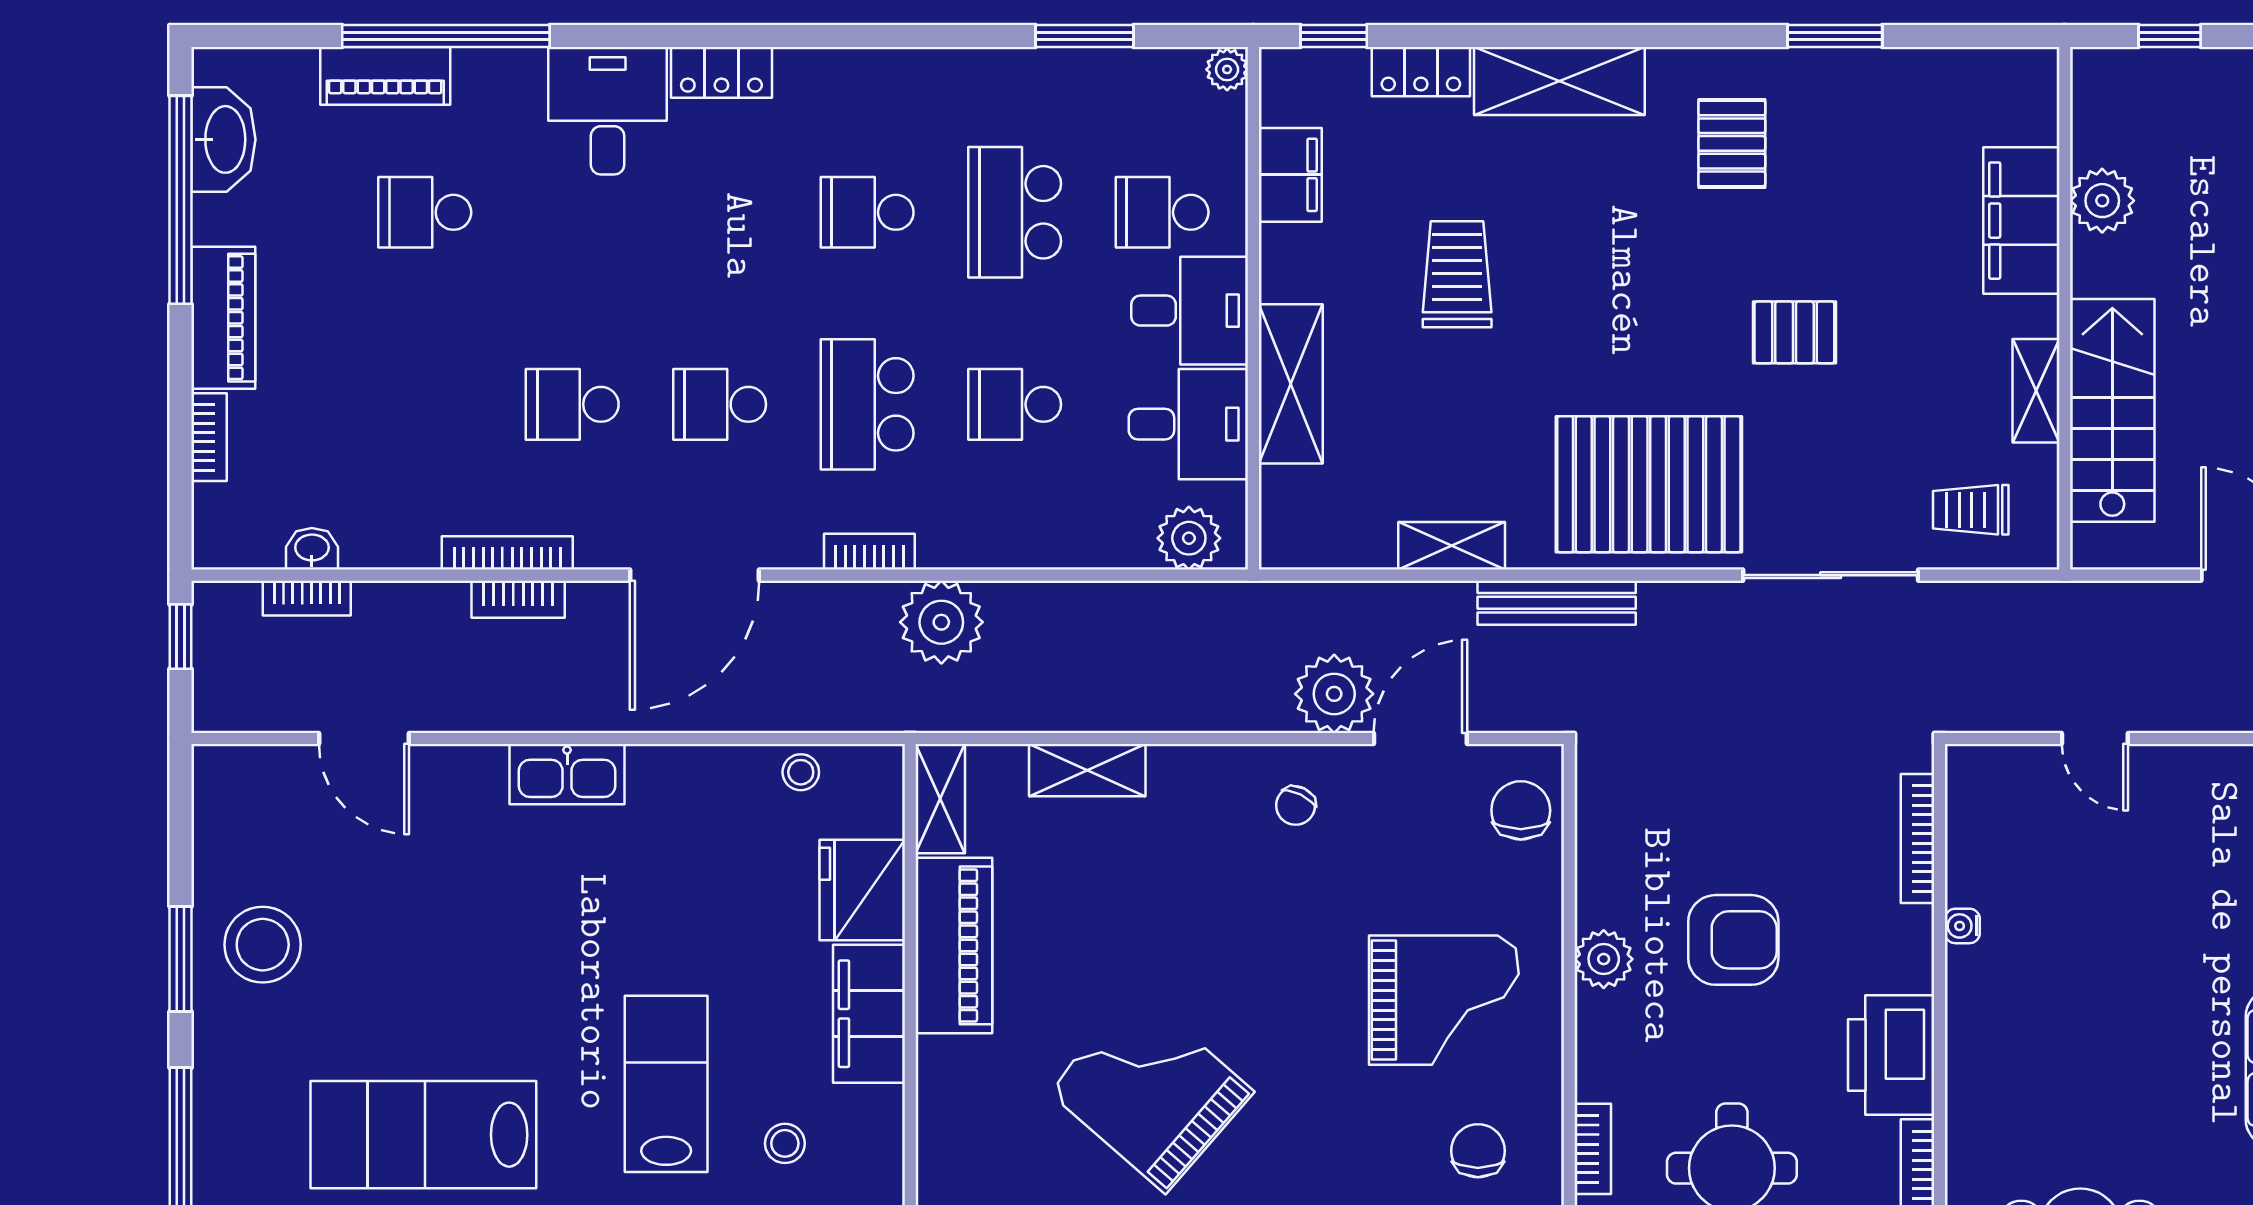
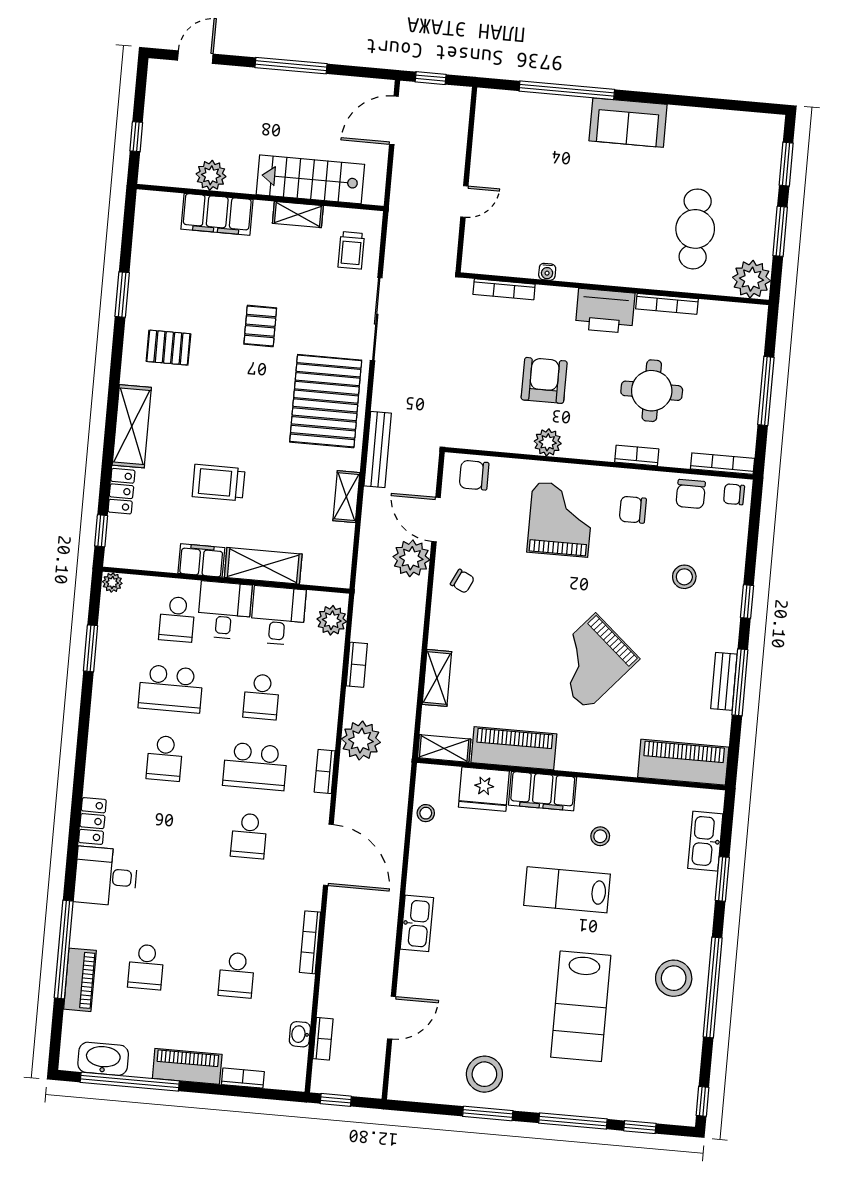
filing cabinet: (1290, 175) -> (201, 560), moved
school desk: (572, 404) -> (236, 975), moved
bookcase: (518, 599) -> (357, 665), moved

